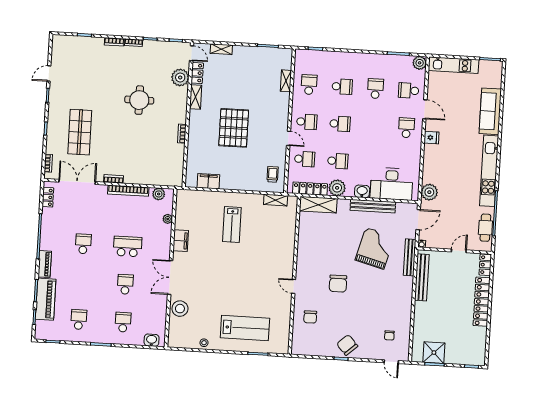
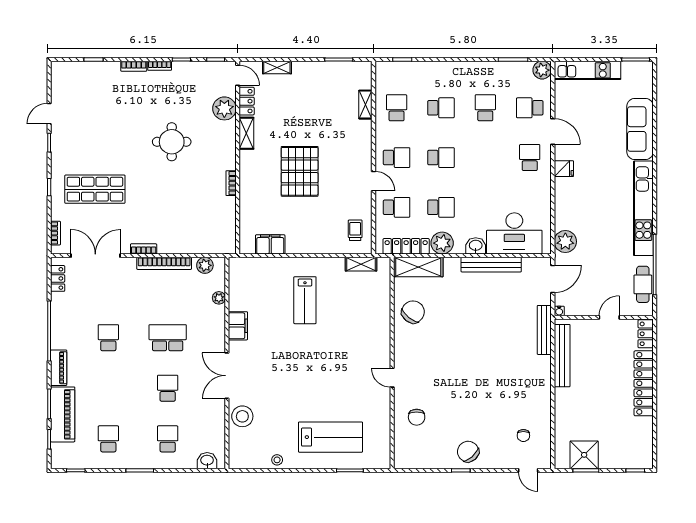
shop shelf: (80, 132) -> (95, 189), turned 90
grand piano: (375, 248) -> (497, 321), removed
chair: (338, 284) -> (413, 312), moved, turned -141

